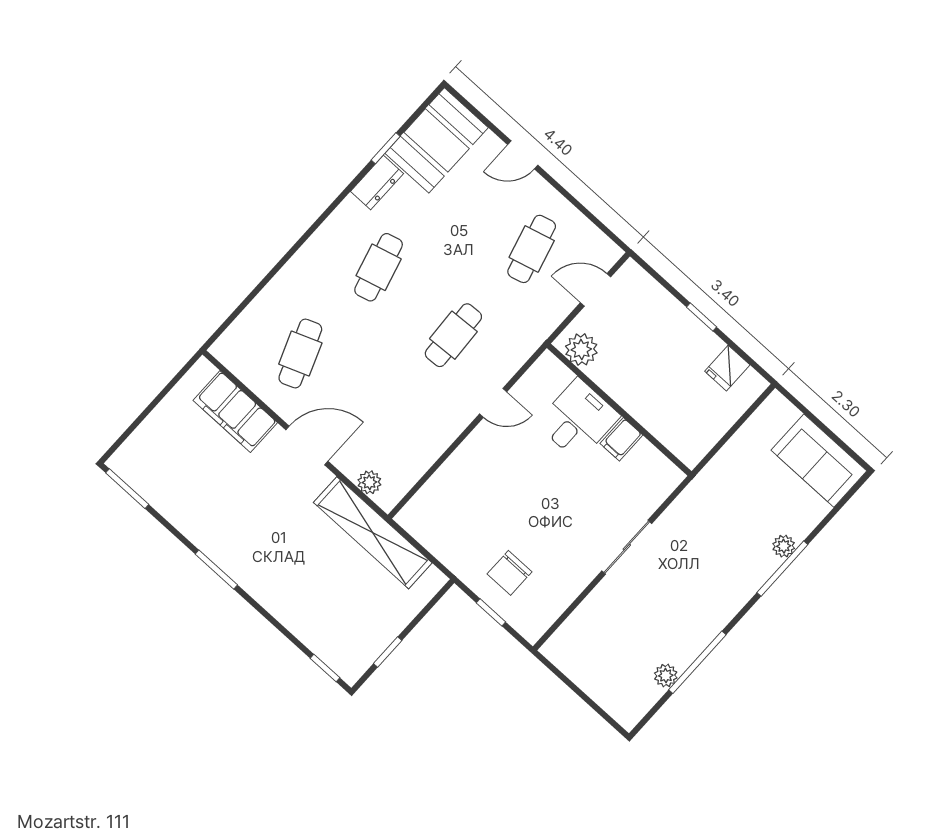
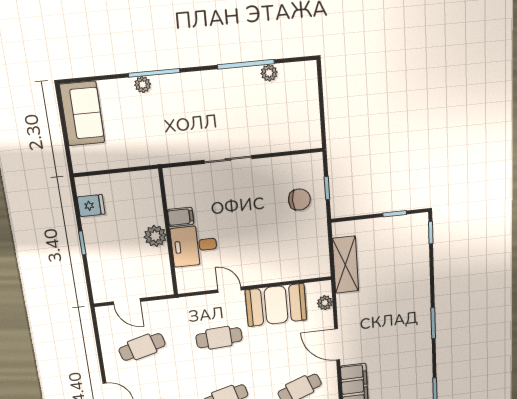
plant: (581, 349) -> (155, 236), moved
booth: (424, 431) -> (276, 305), added
shelving: (373, 533) -> (345, 265), width x0.68

